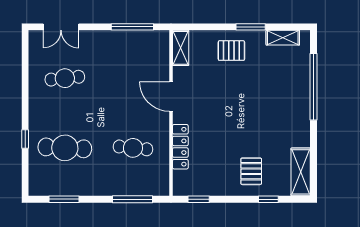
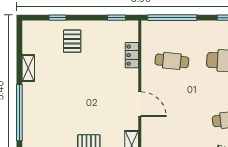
locker: (180, 147) -> (132, 55), width x0.66
shelving: (301, 172) -> (28, 68), moved, width x0.67, depth x0.75
window: (132, 199) -> (172, 18), width x1.46

